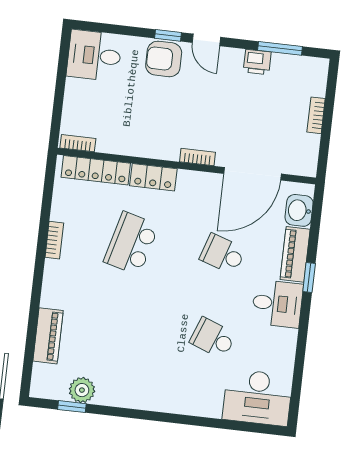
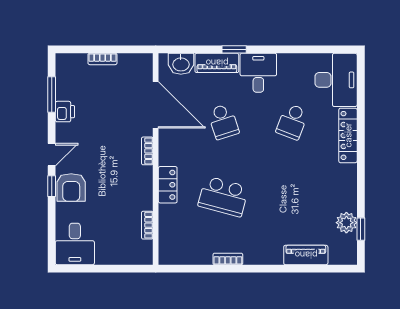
bookcase: (78, 143) -> (147, 225), moved
locker: (96, 170) -> (348, 135), moved, turned 180
school desk: (223, 254) -> (223, 122), turned -36

